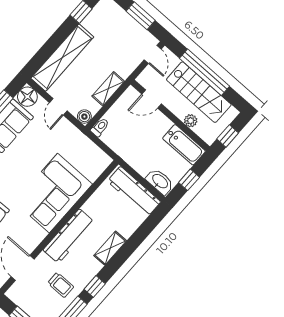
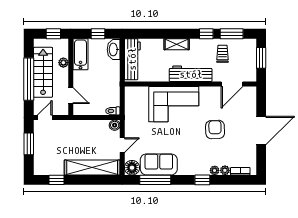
shelving: (108, 89) -> (87, 126), removed

